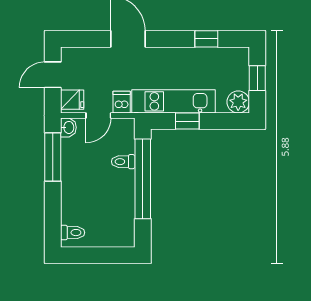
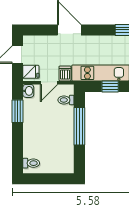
window: (53, 157) -> (17, 111), width x0.69
toilet: (123, 162) -> (66, 100), moved
window: (143, 179) -> (79, 126), width x0.68

